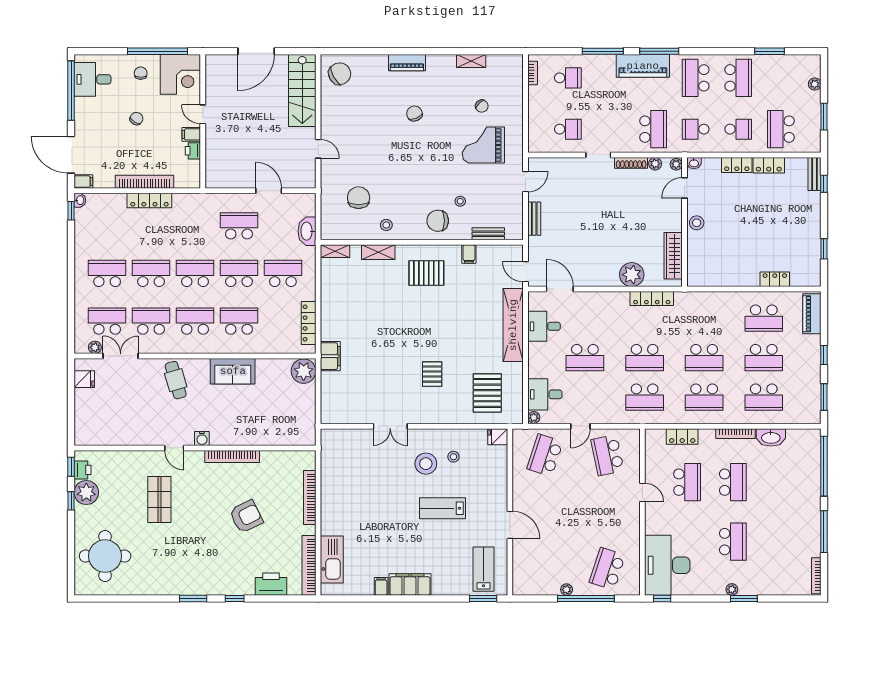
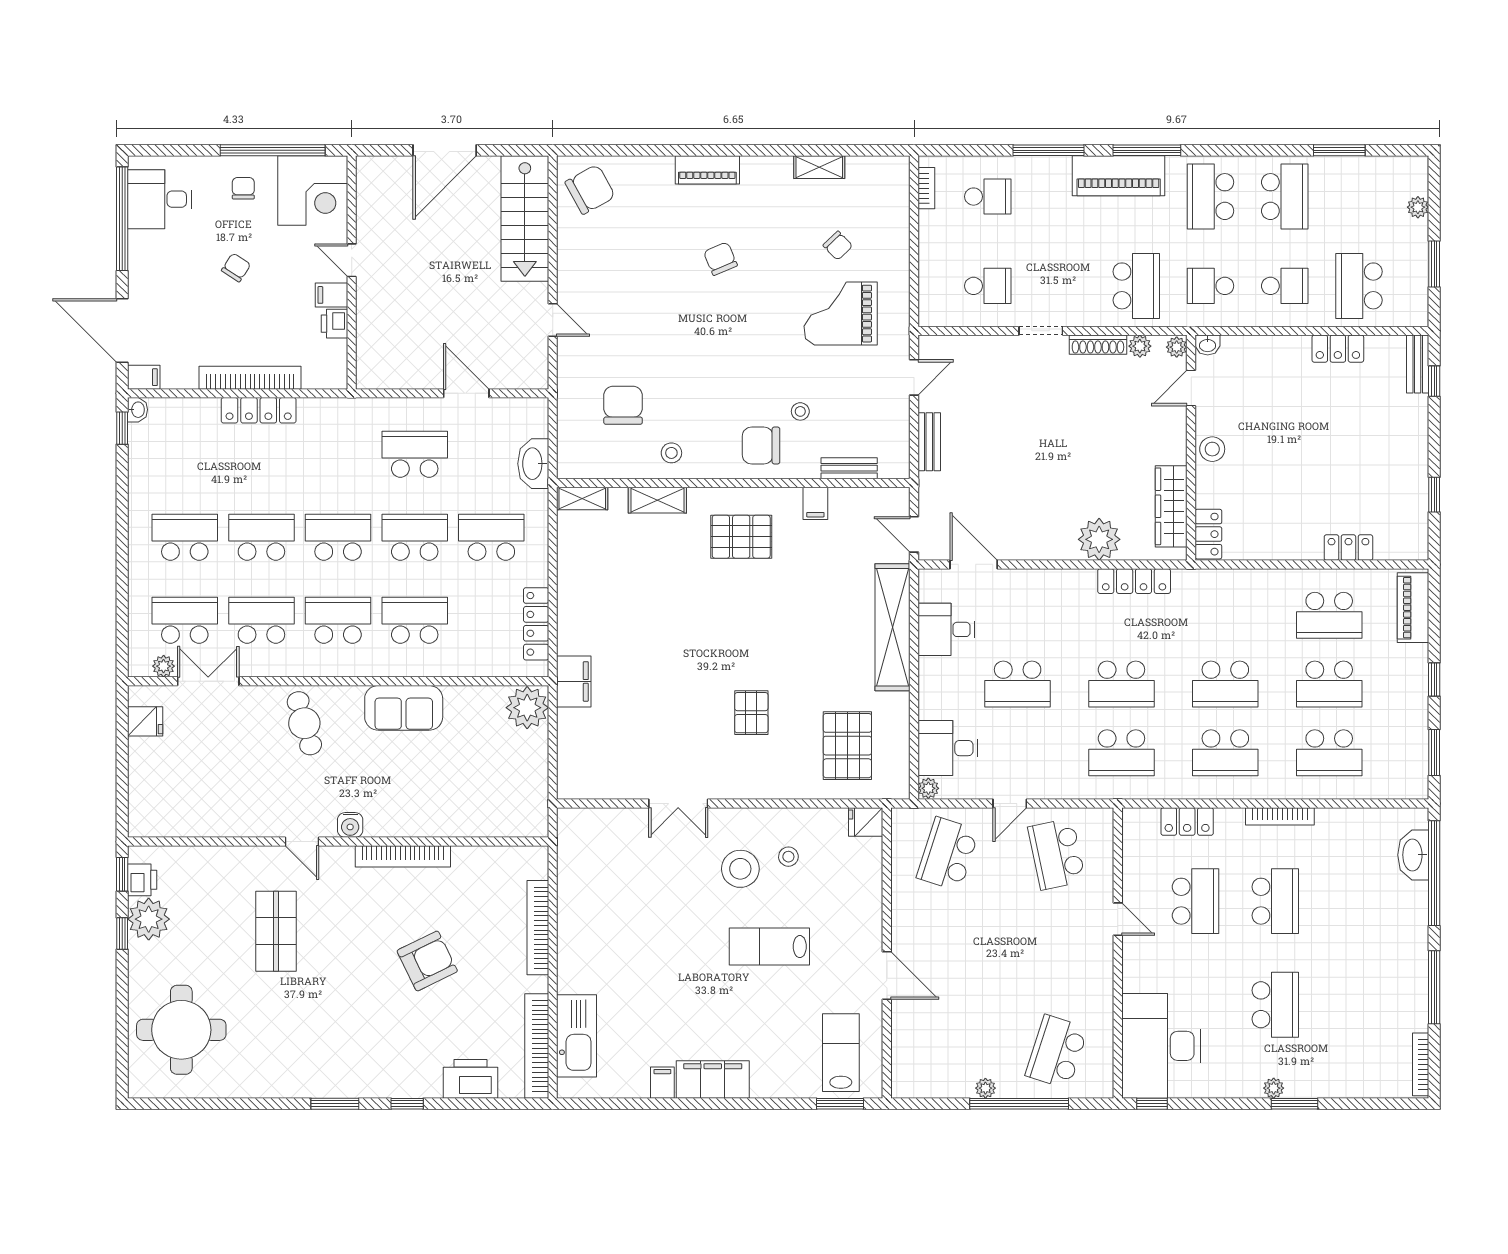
locker: (737, 165) -> (1208, 534), moved, turned -90
washbasin: (771, 437) -> (1413, 855), moved, turned 90

